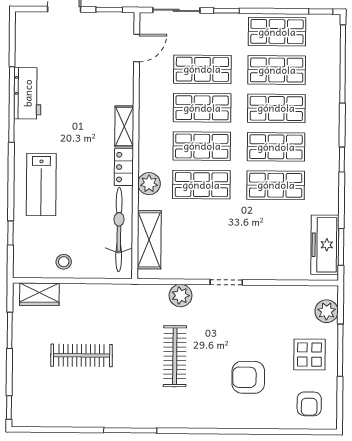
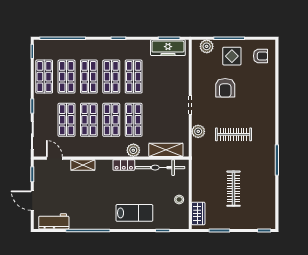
workbench: (28, 93) -> (54, 221), moved
shelving: (124, 126) -> (83, 165), moved
armchair: (248, 377) -> (225, 88), moved

